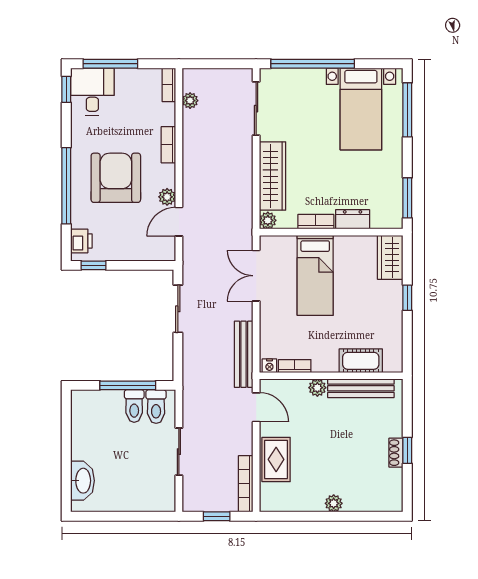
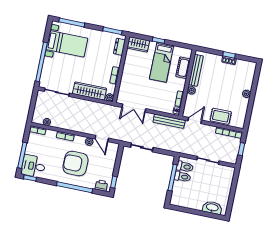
dresser: (353, 219) -> (119, 47), moved
bed: (315, 275) -> (162, 62), moved, turned 90

